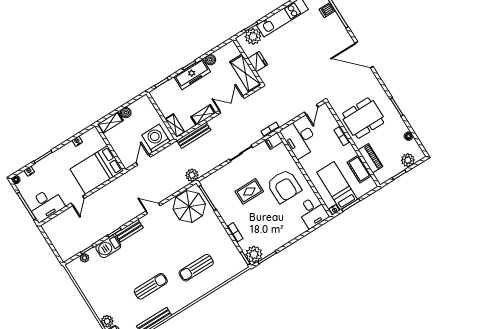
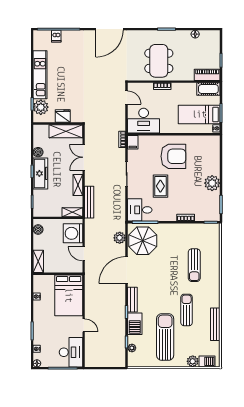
boiler: (126, 113) -> (38, 230), moved
piano: (370, 158) -> (207, 75), moved
plant: (408, 160) -> (214, 46), removed
cot: (359, 169) -> (208, 89), moved
plant: (192, 175) -> (120, 238), moved
door: (153, 208) -> (127, 270), width x1.88
desk: (313, 212) -> (140, 210), moved, turned 180
plant: (254, 254) -> (212, 183), moved
sun lounger: (114, 282) -> (165, 337), added

